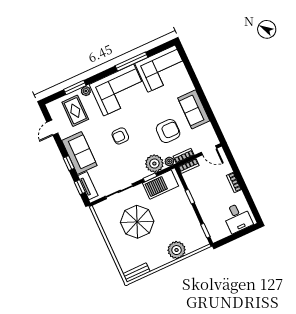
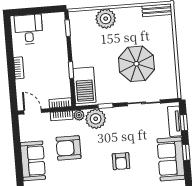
armchair: (120, 136) -> (121, 161), turned 90
barbecue: (161, 185) -> (84, 85), moved, turned 90

